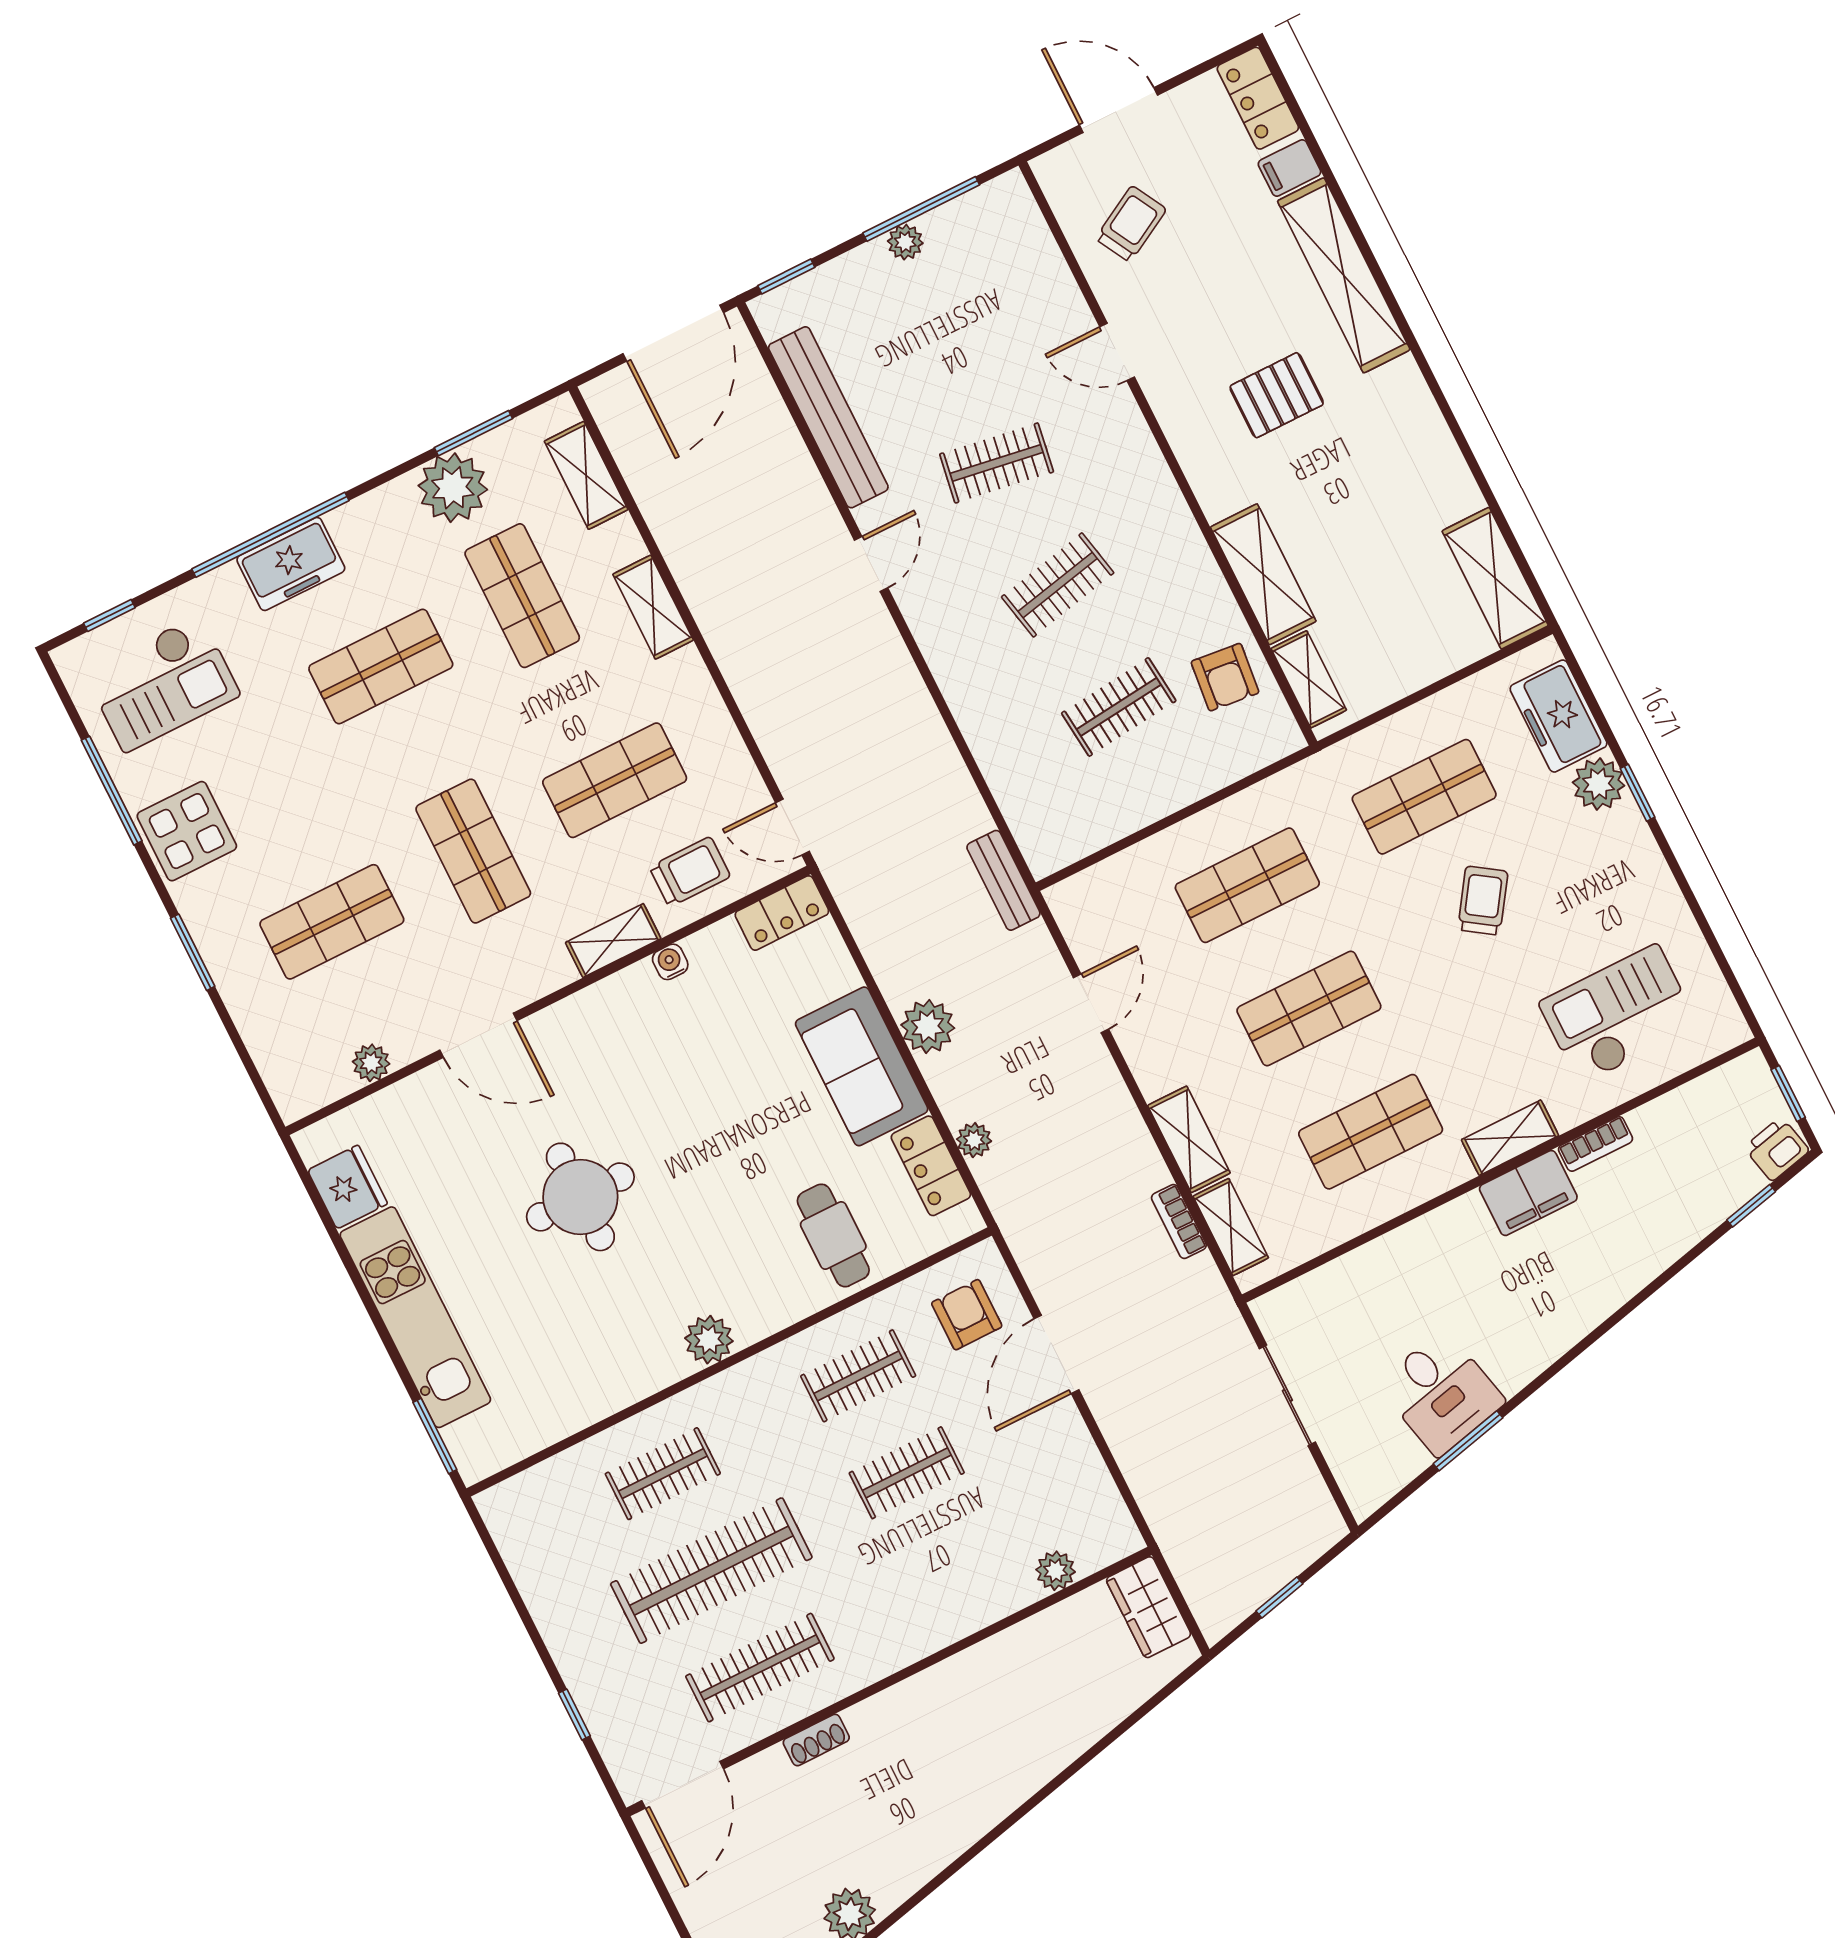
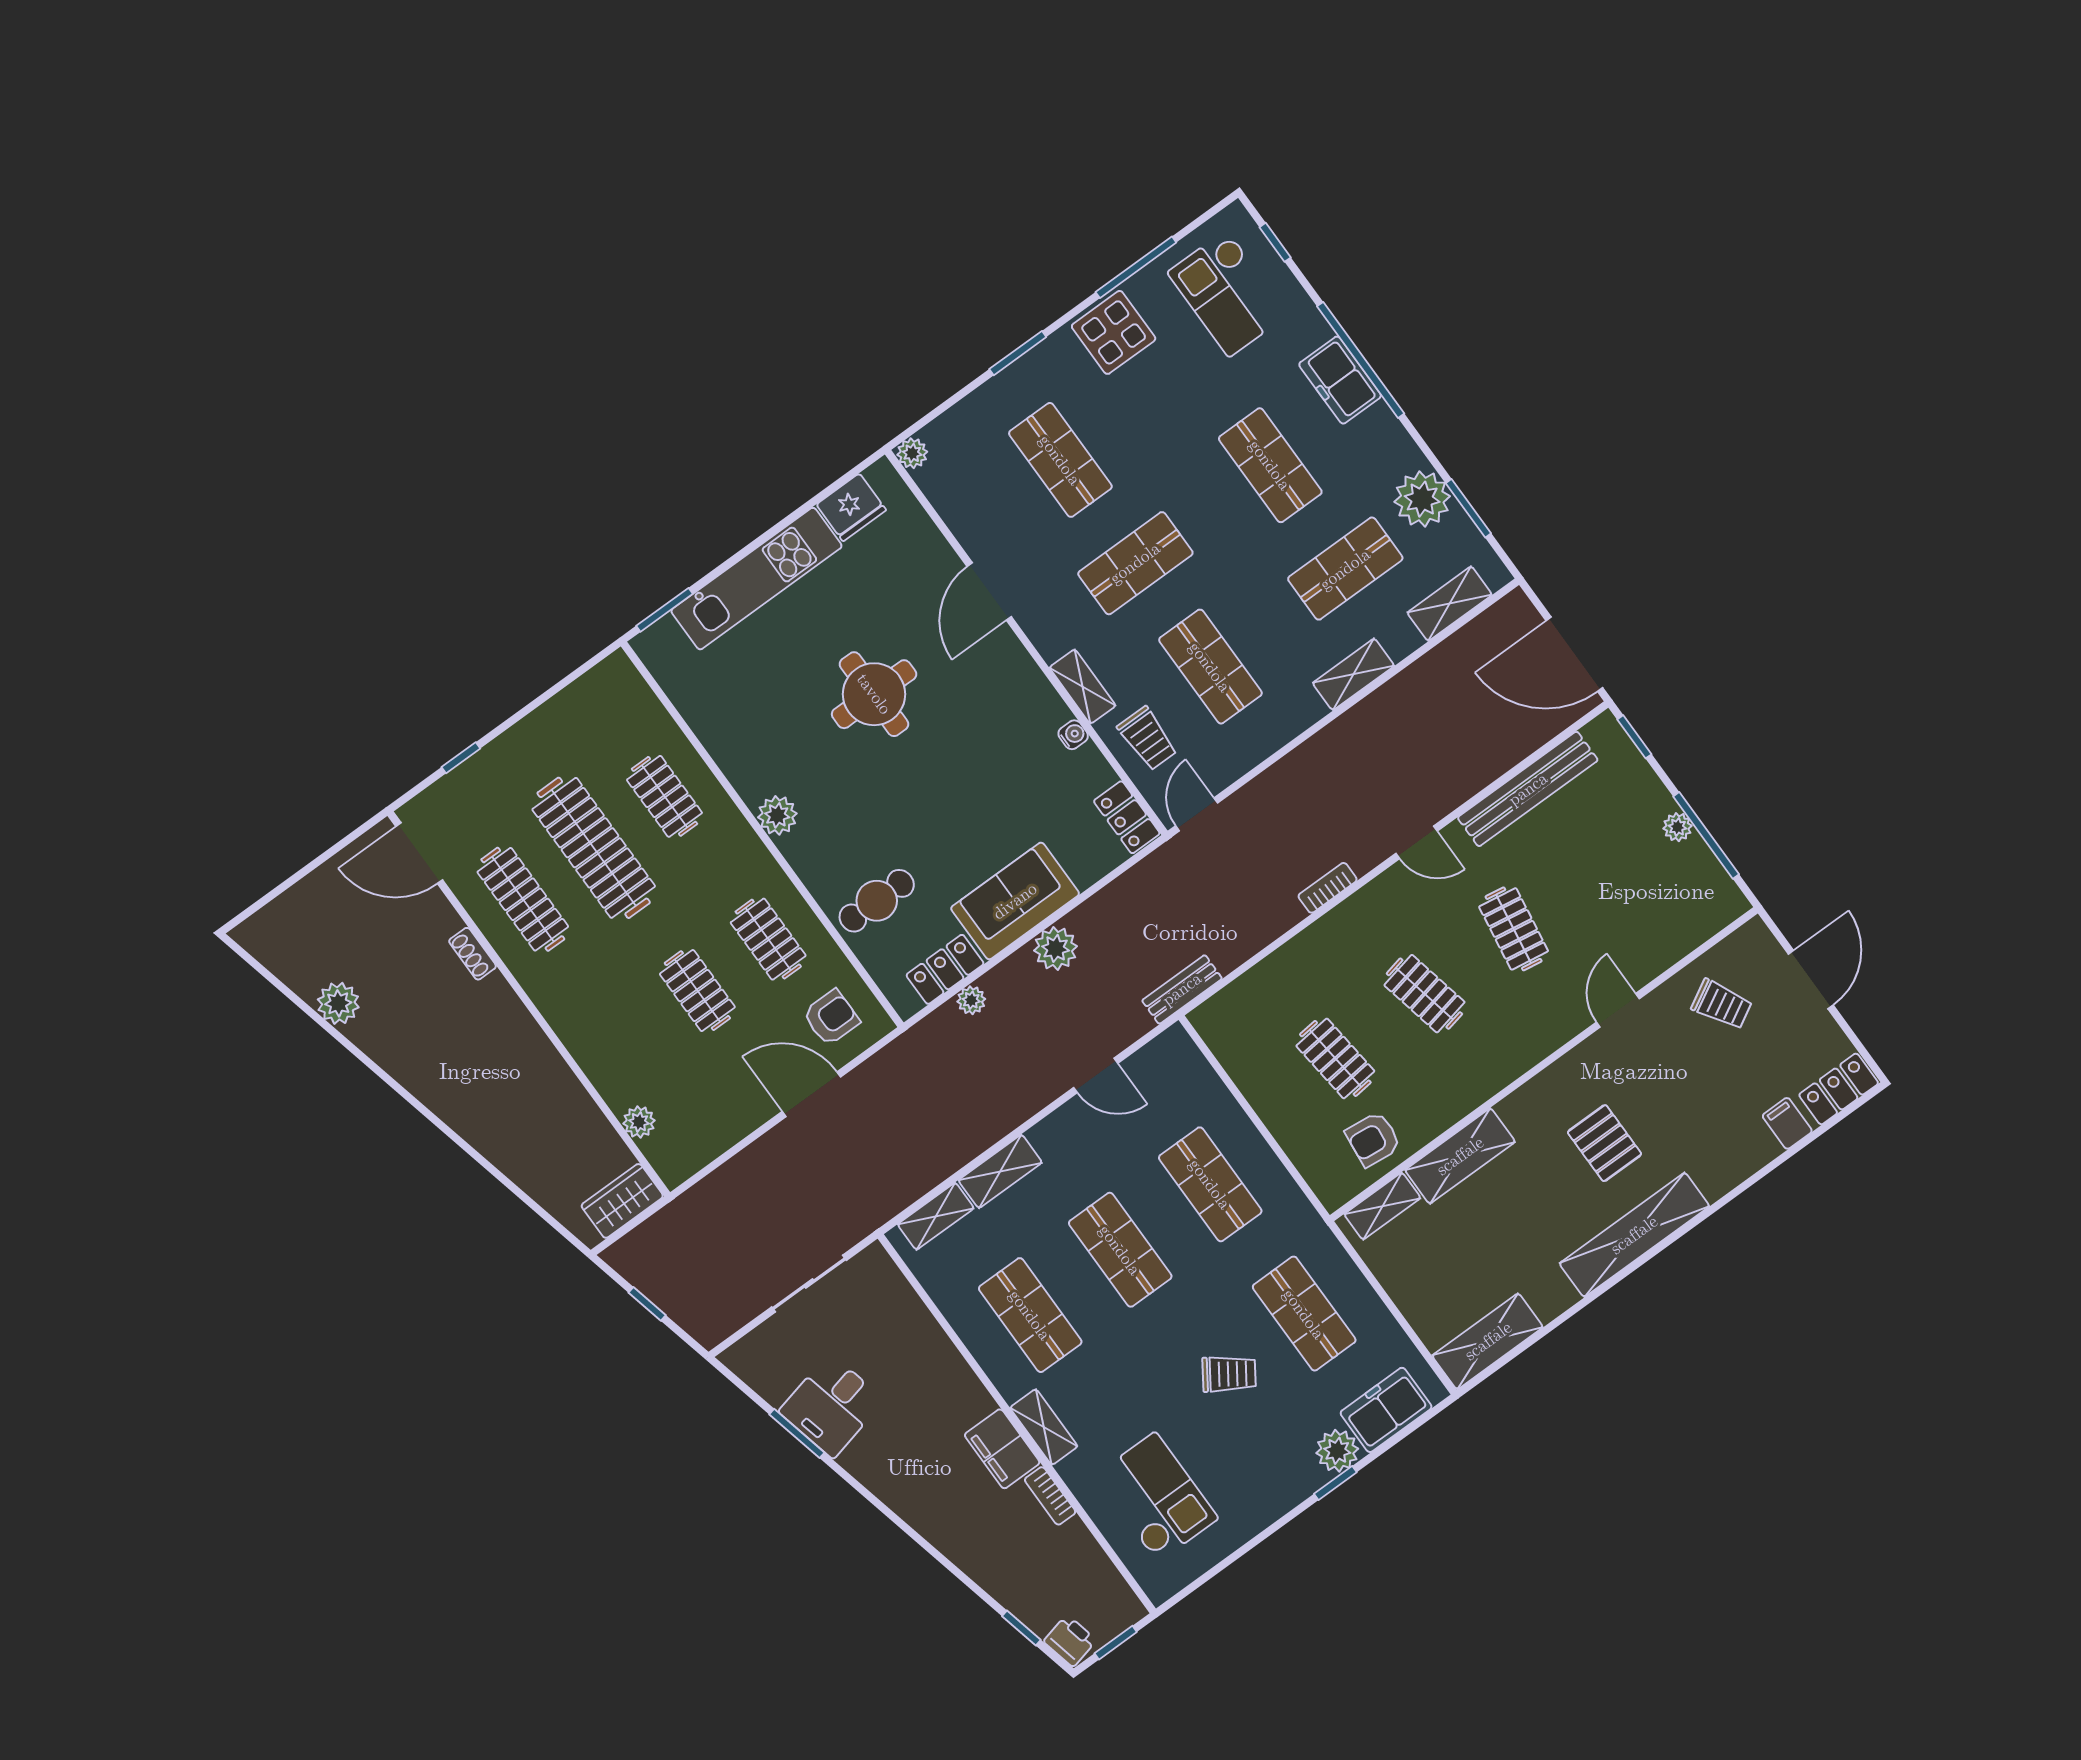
shelving: (1344, 275) -> (1634, 1235), moved
plant: (371, 1063) -> (912, 453), moved
bookcase: (1179, 1221) -> (1328, 888), moved

